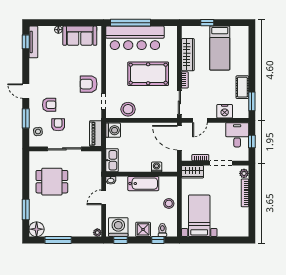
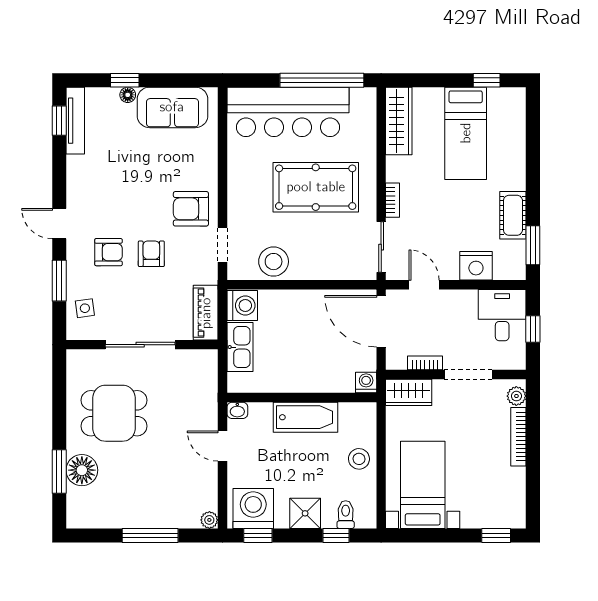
window: (57, 23) -> (125, 80), added
window: (130, 23) -> (322, 80), moved
window: (207, 23) -> (487, 80), moved
wardrobe: (188, 55) -> (399, 121), moved
door: (200, 120) -> (424, 285), swing flipped
armchair: (58, 125) -> (151, 254), moved
kitchen sink: (112, 160) -> (240, 347), moved
washing machine: (157, 167) -> (366, 382), moved
door: (104, 197) -> (222, 446), hinge flipped
floor lamp: (37, 229) -> (82, 470), moved
window: (58, 240) -> (150, 535), moved
window: (234, 240) -> (496, 535), added

